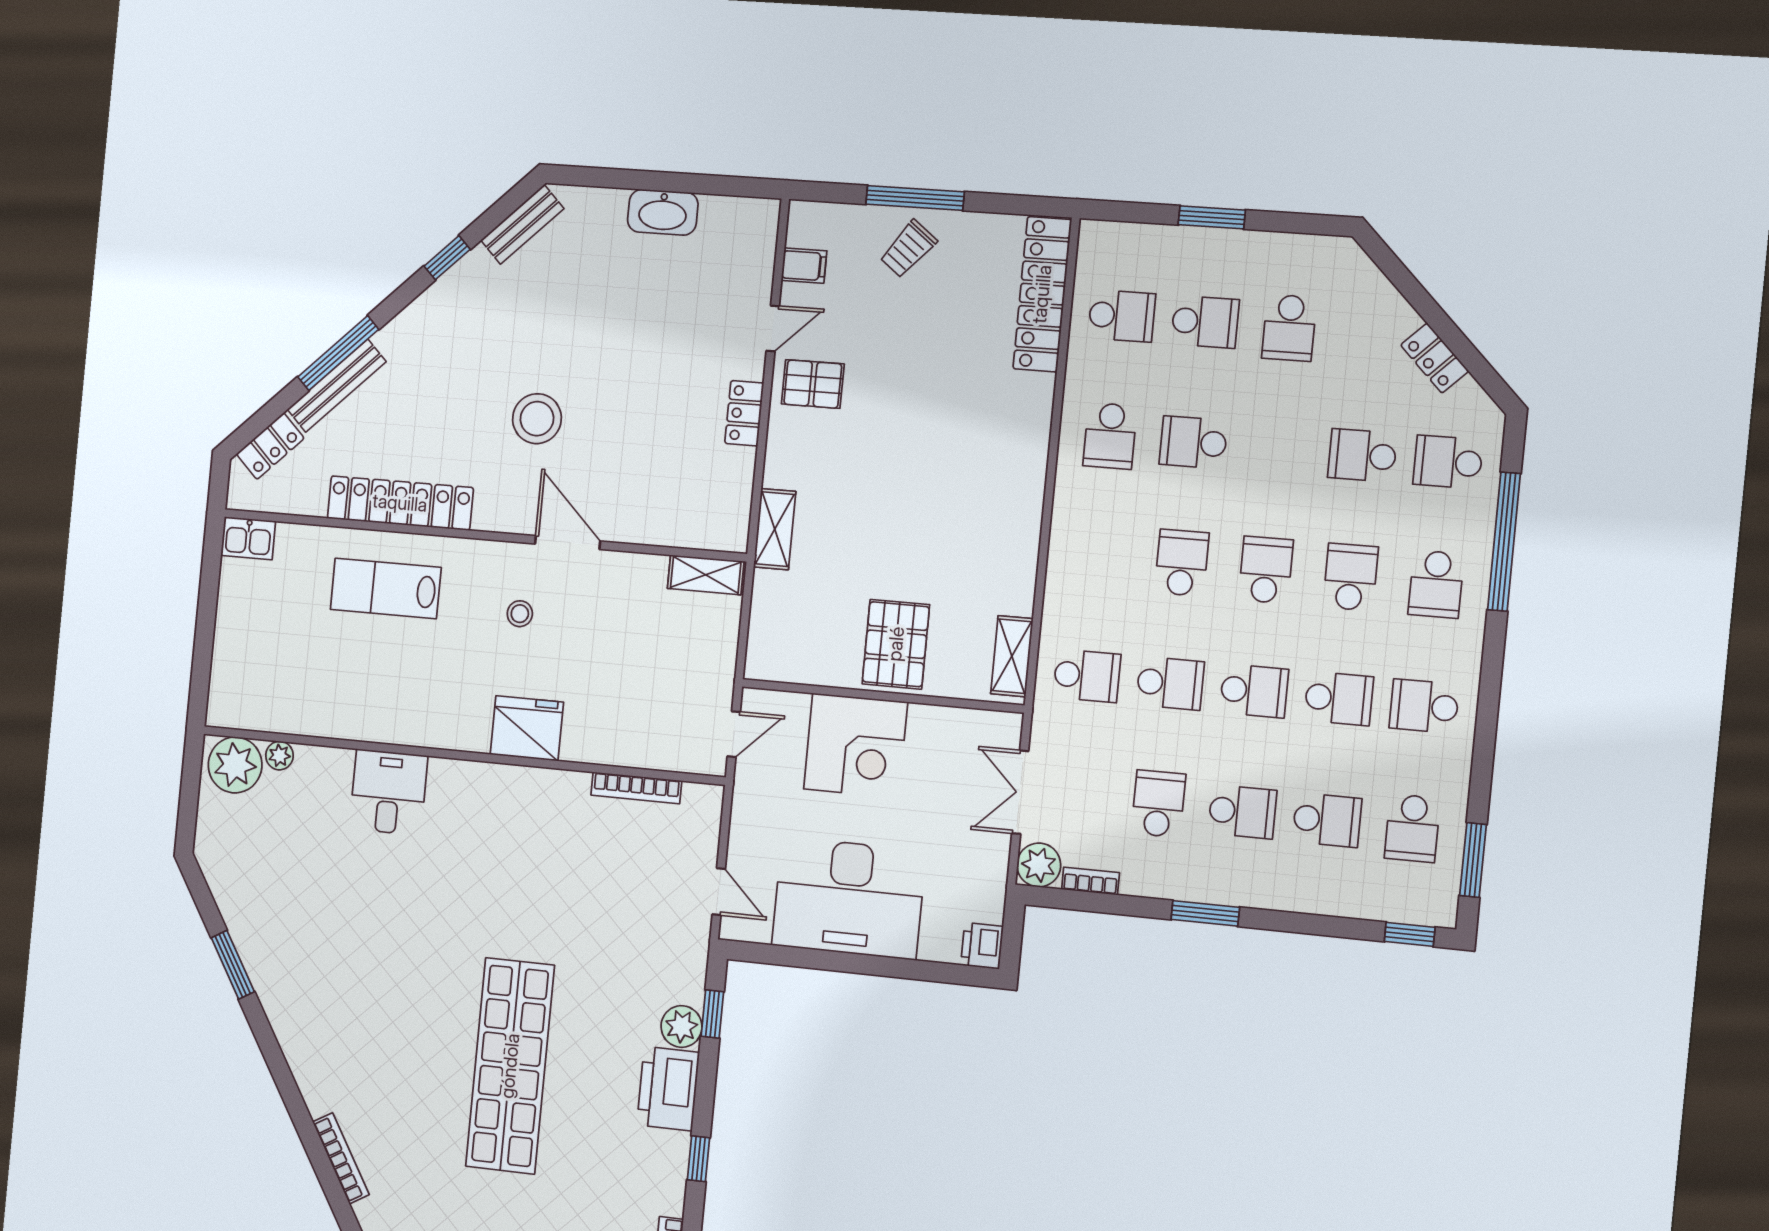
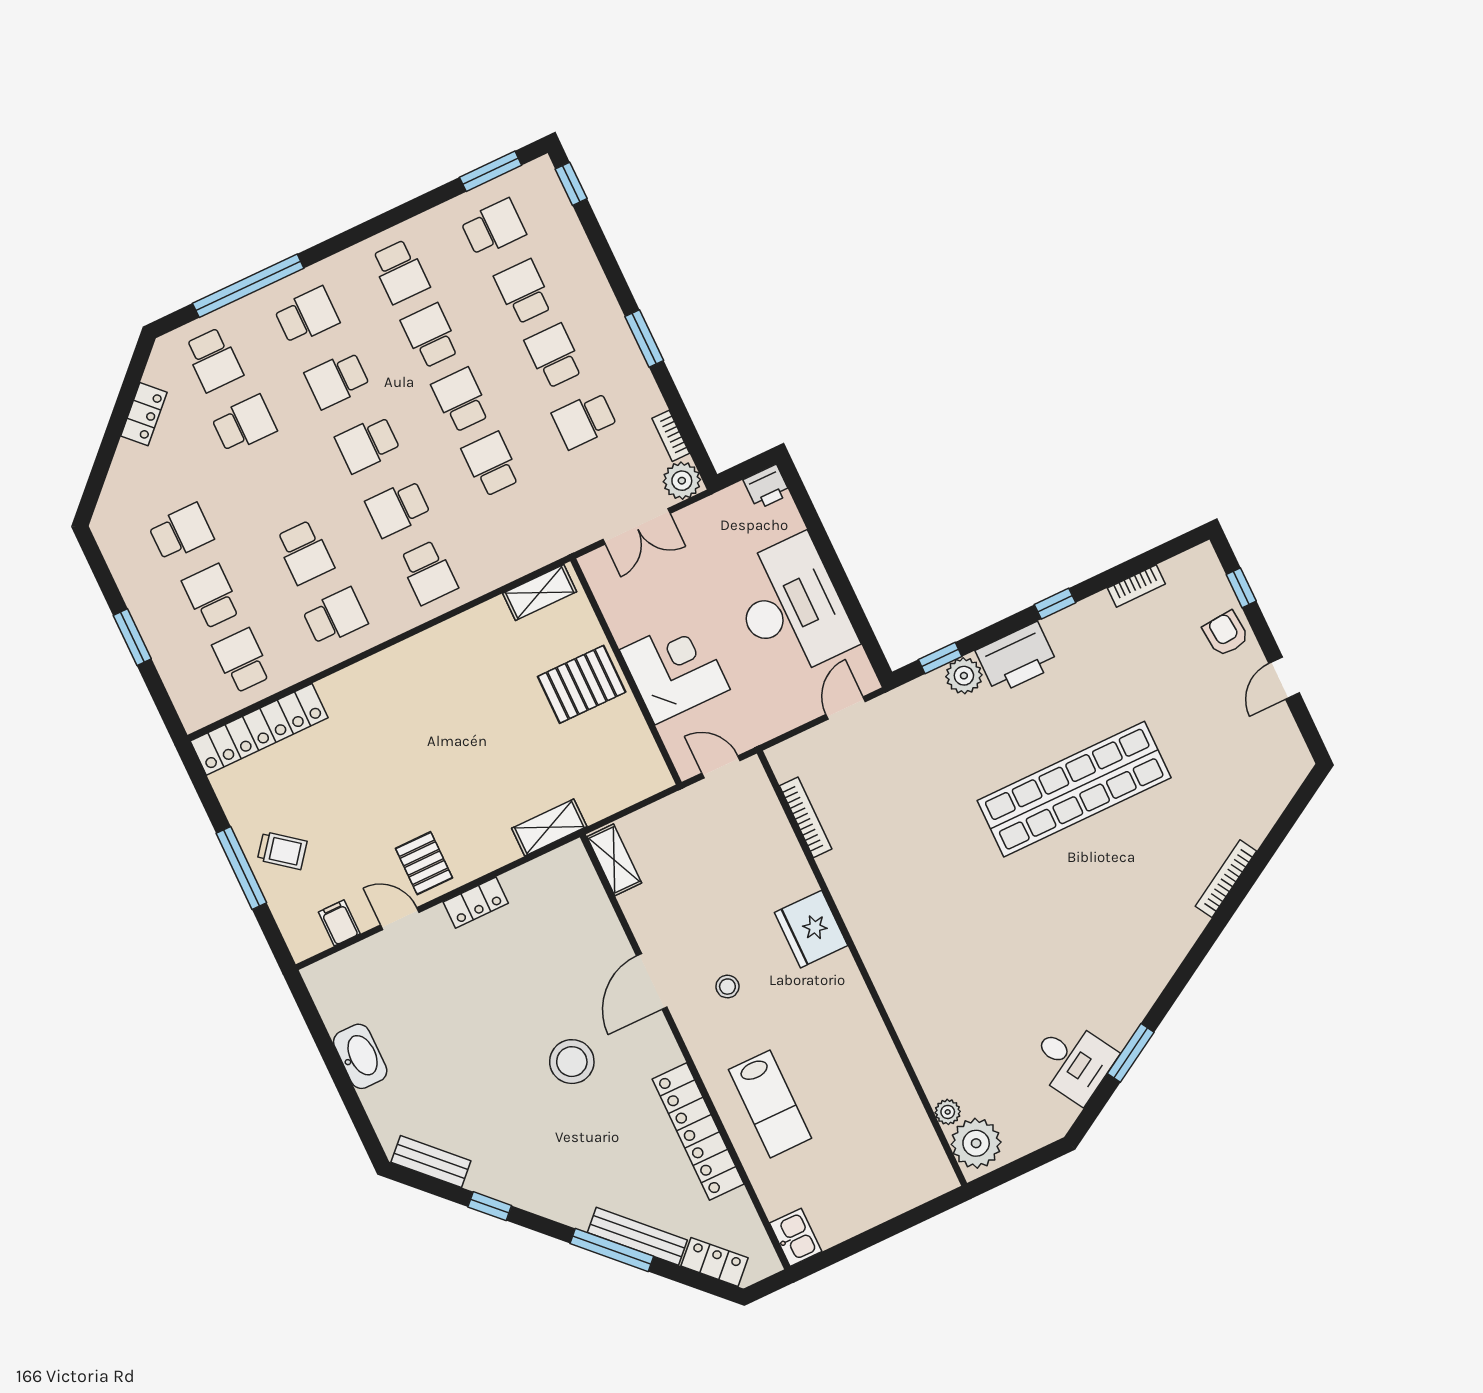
school desk: (1362, 455) -> (244, 424), turned -90
school desk: (1087, 676) -> (428, 572), moved, turned 180
desk: (389, 792) -> (1073, 1061), moved, turned -121

